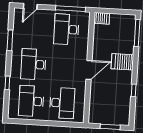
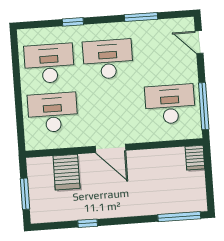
server rack: (122, 62) -> (66, 172), moved, turned 180
desk: (62, 103) -> (53, 113), turned 180

